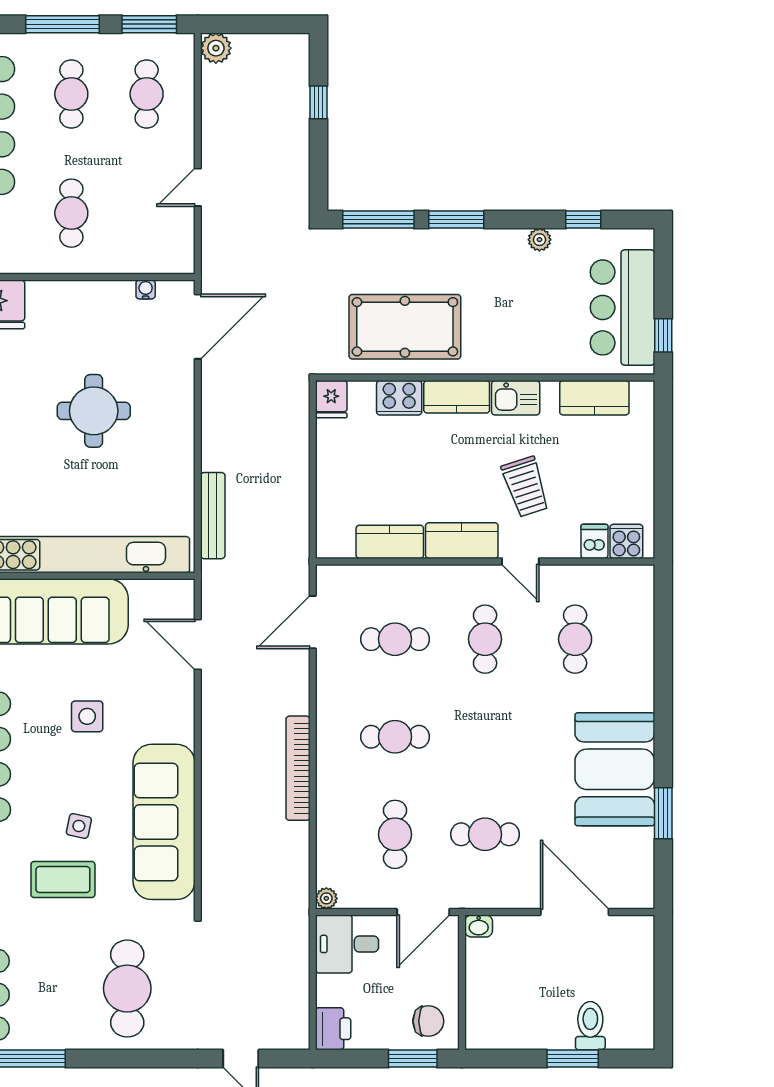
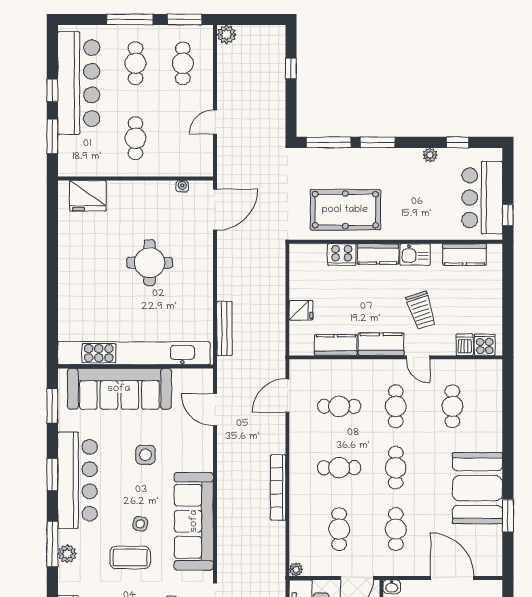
fridge: (331, 399) -> (301, 310), moved, turned -90
cafe table: (485, 737) -> (396, 468), added
cafe table: (485, 834) -> (396, 529), turned 90

